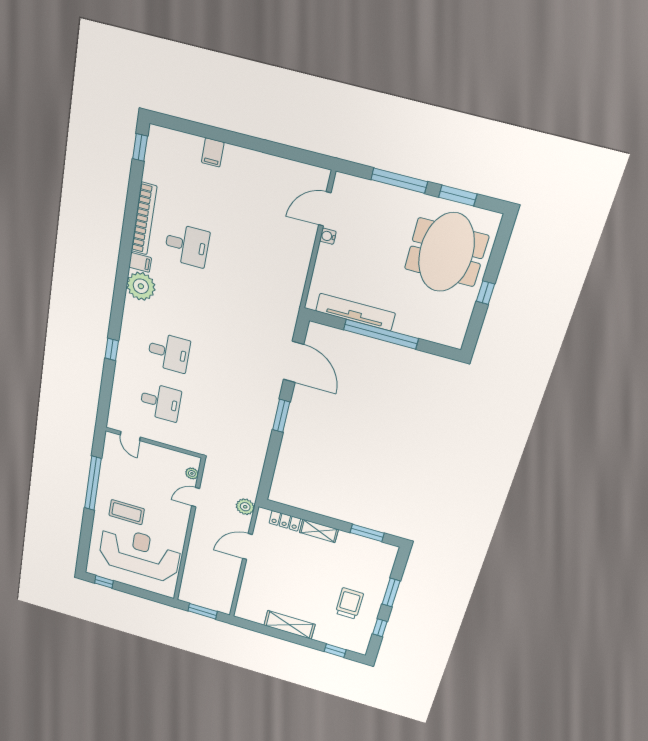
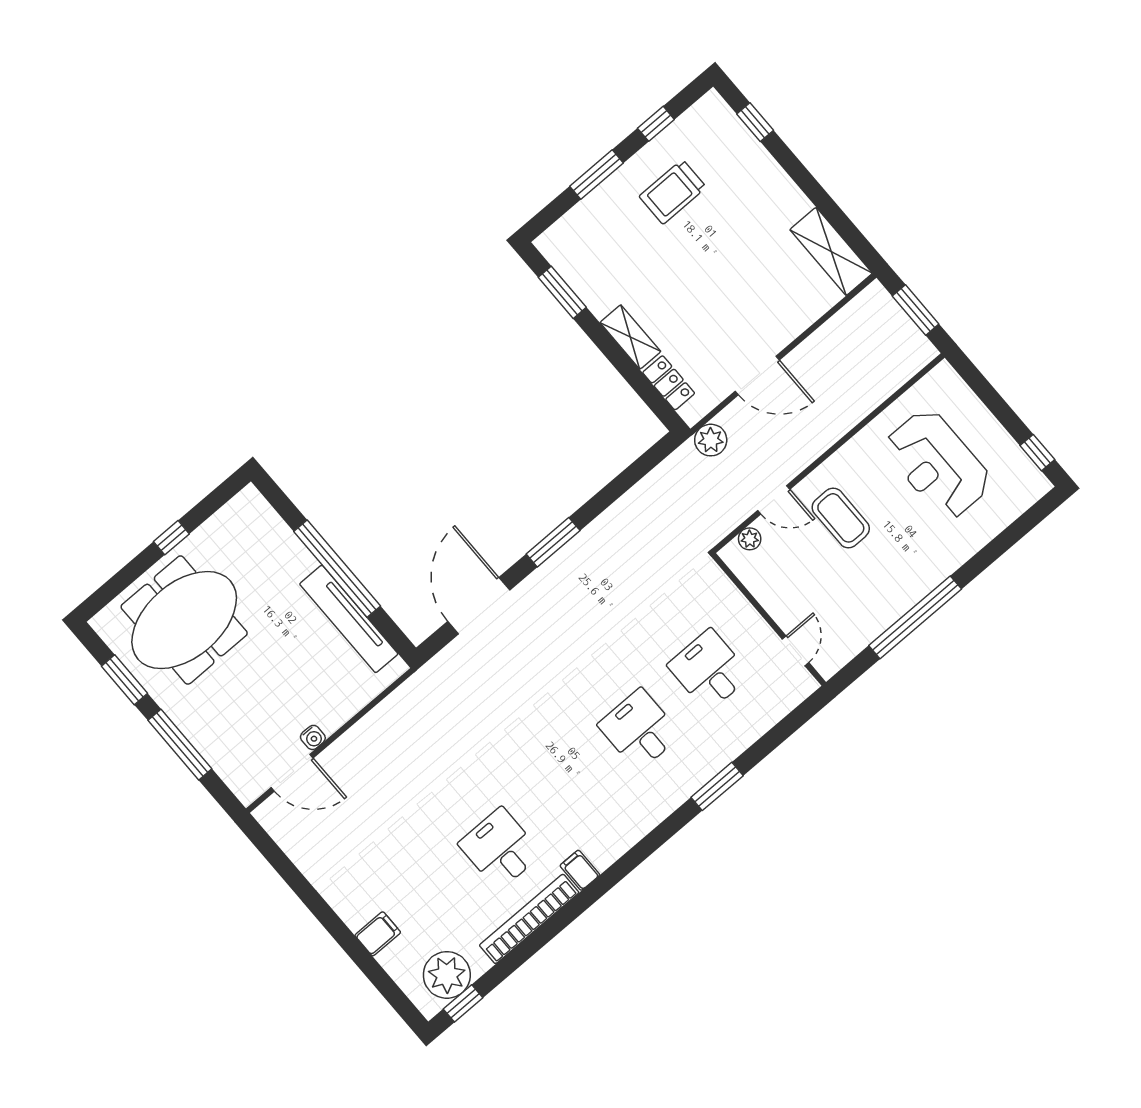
plant: (141, 286) -> (447, 975), moved
window: (112, 349) -> (717, 786), width x1.50
coffee table: (127, 512) -> (841, 518), moved
reception desk: (139, 554) -> (938, 464), width x0.74, depth x0.77
shelving: (289, 625) -> (831, 251), moved

